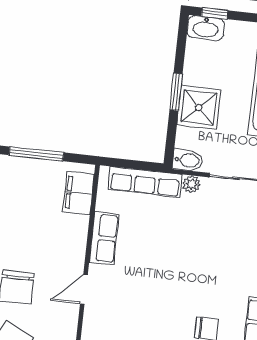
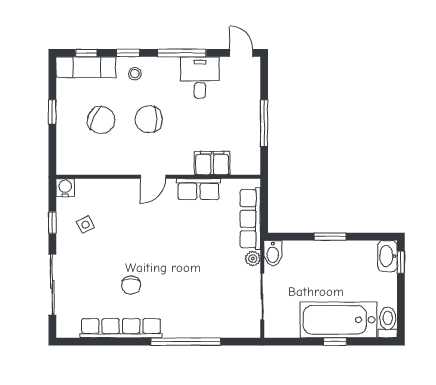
shower: (199, 108) -> (319, 257), removed
filing cabinet: (79, 193) -> (212, 163), moved
door: (84, 289) -> (153, 177), swing flipped

